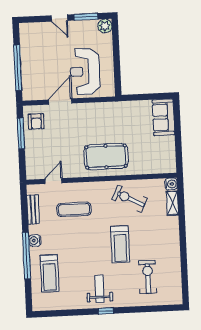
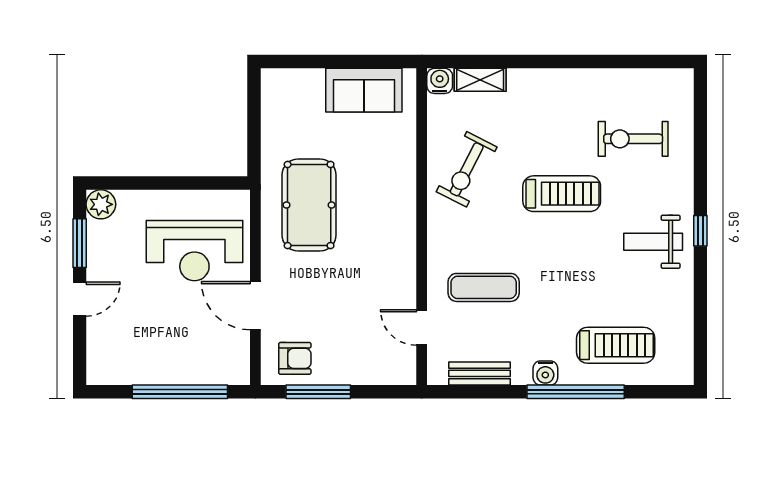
sofa: (163, 117) -> (364, 90), moved
pool table: (106, 157) -> (309, 205), moved
exercise mat: (74, 209) -> (484, 287), turned 90

